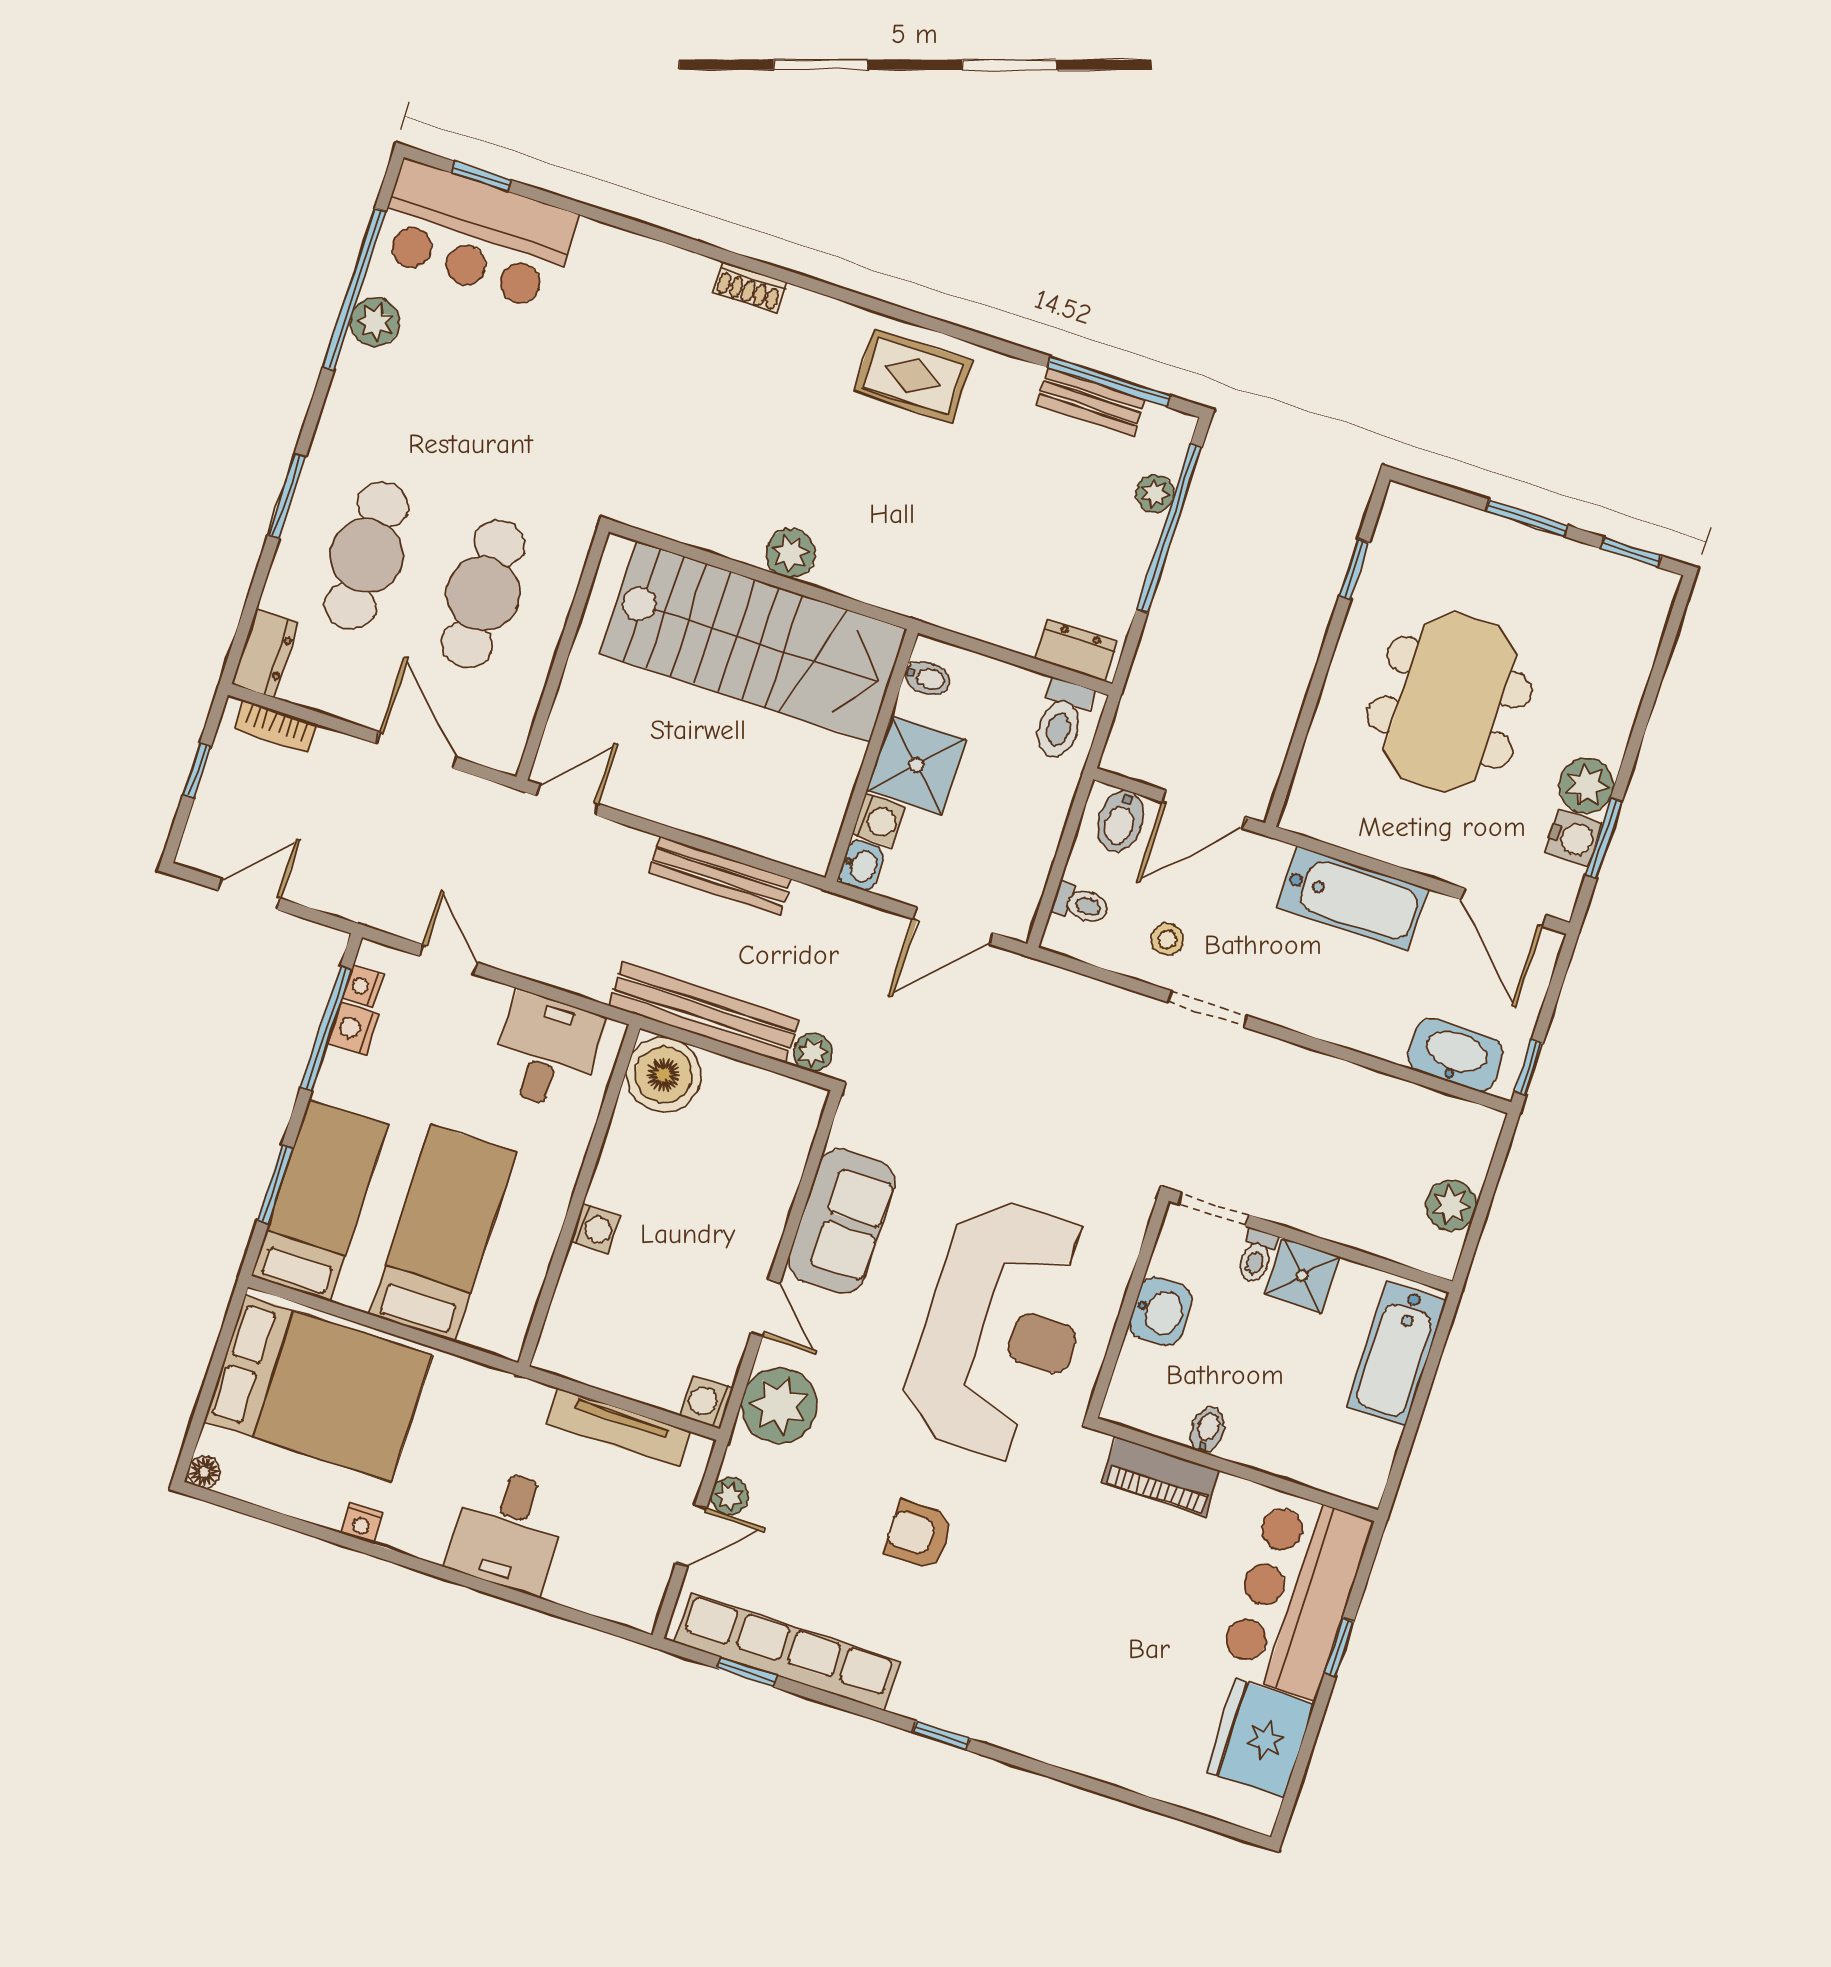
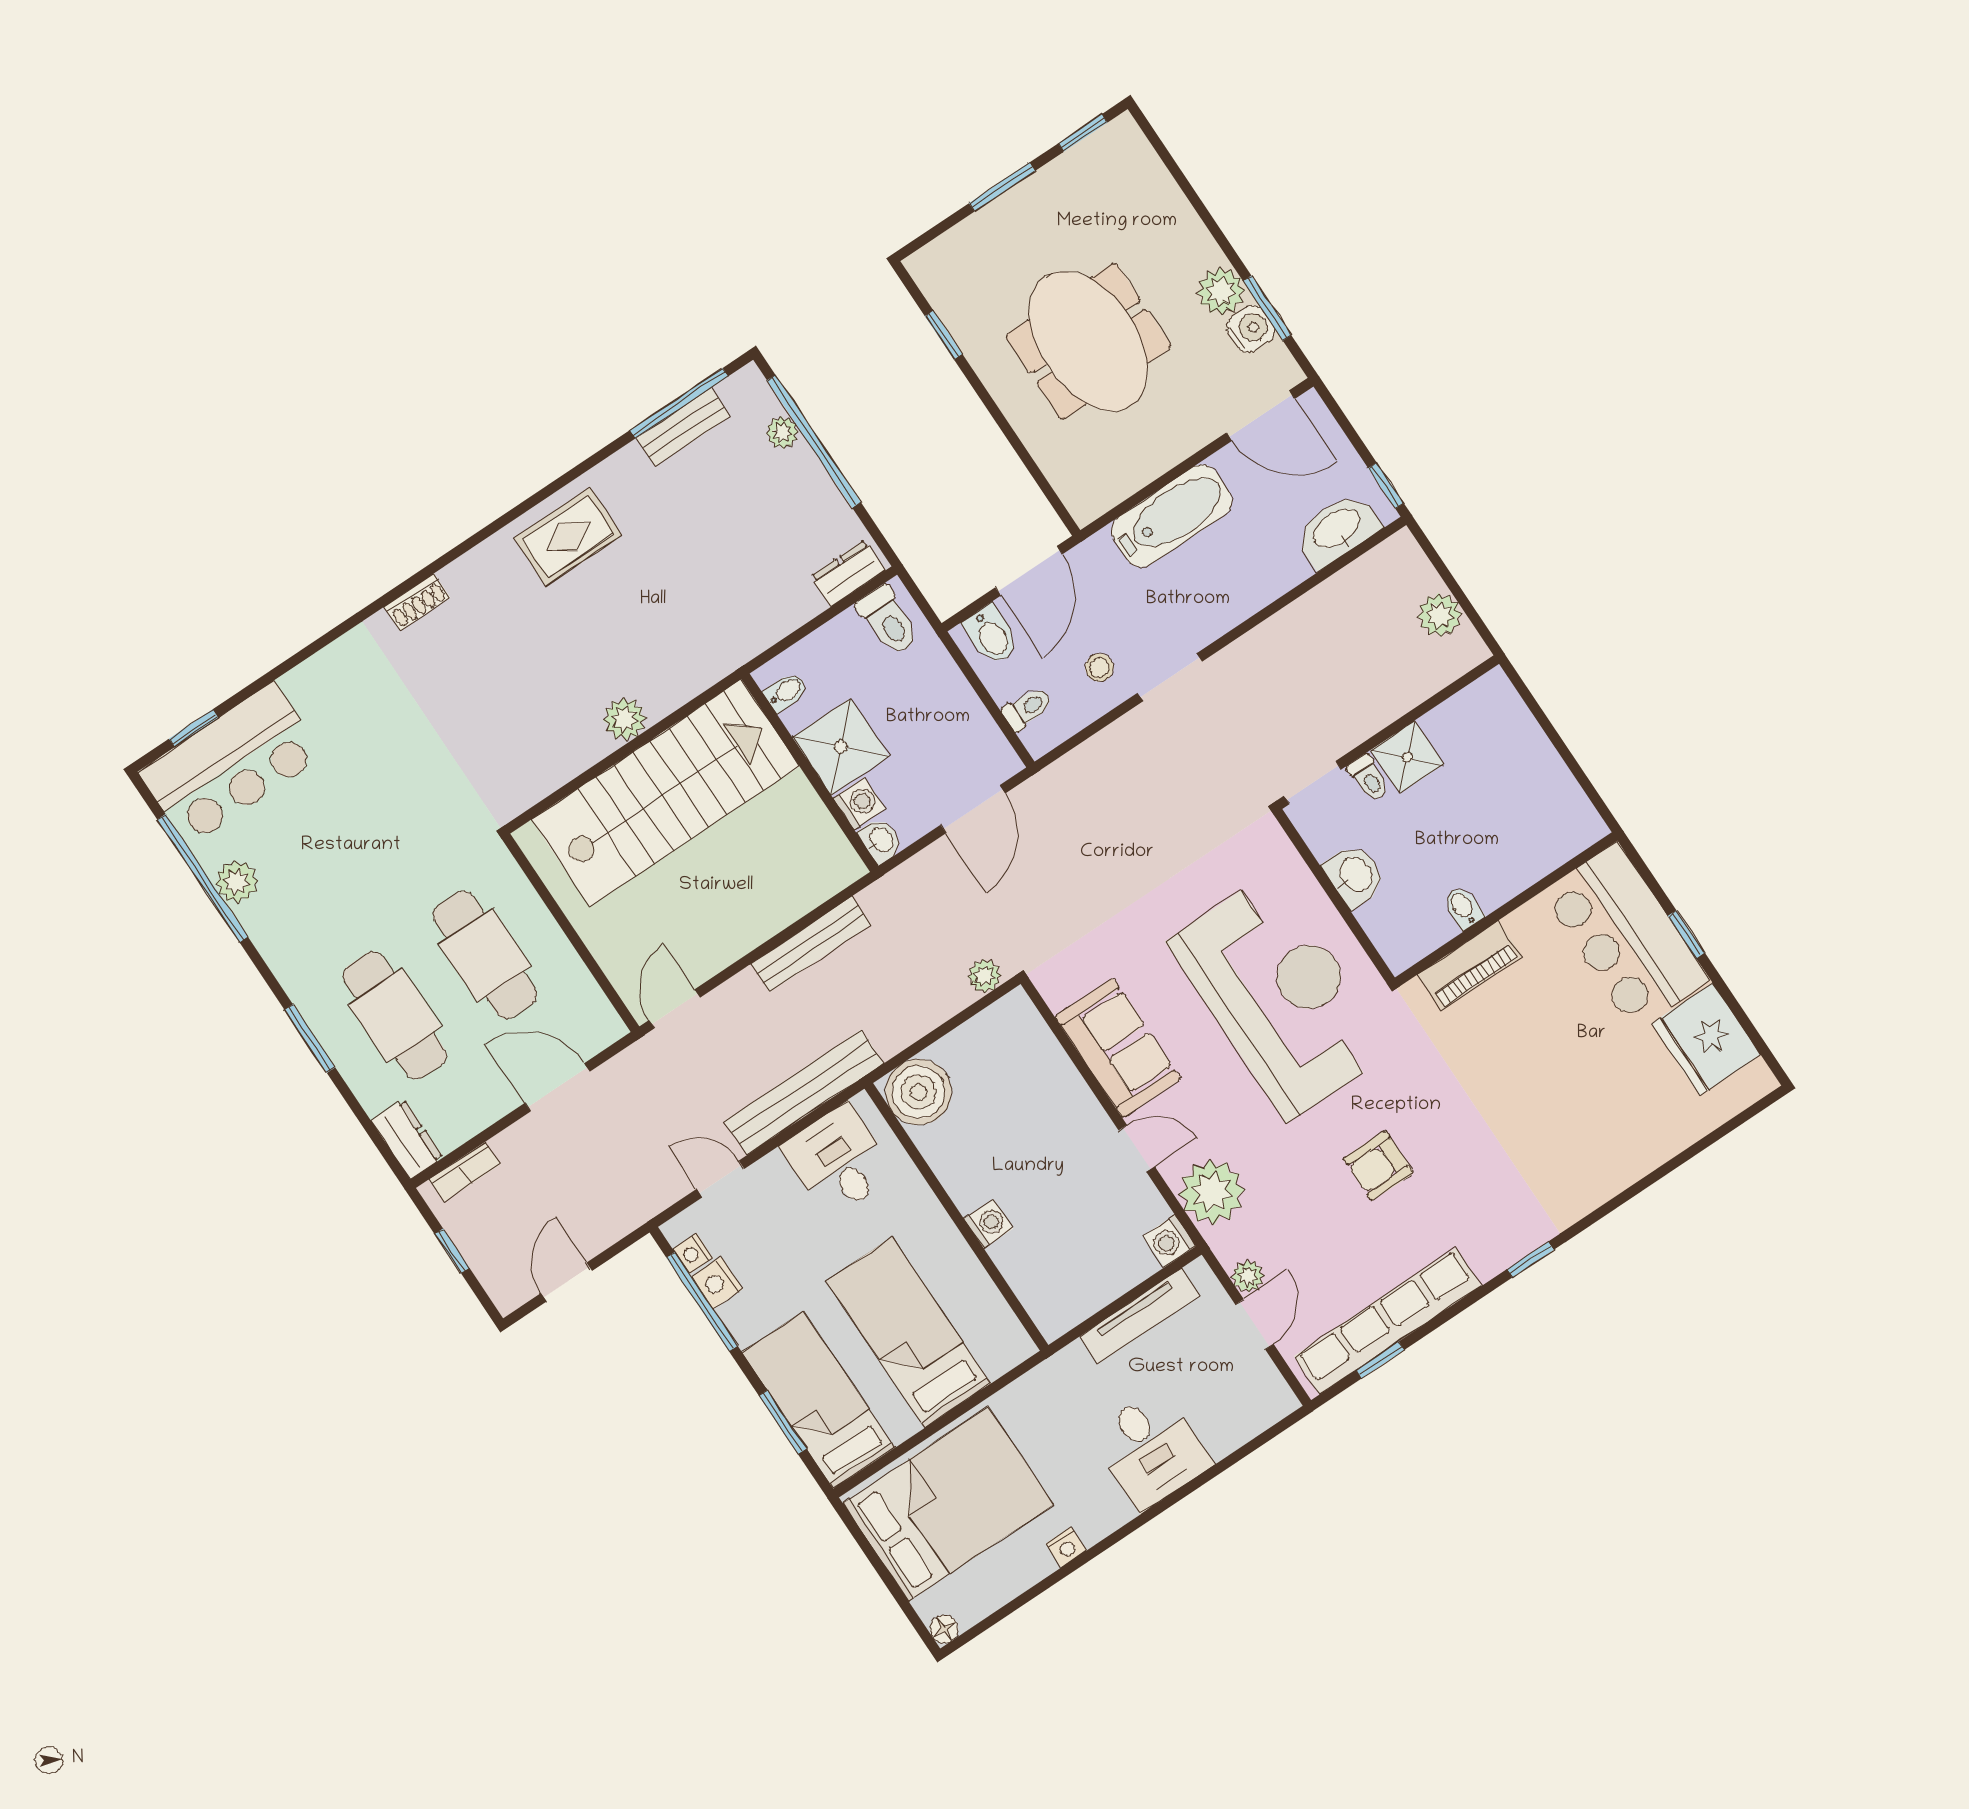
bench: (704, 1012) -> (804, 1092), moved
bathtub: (1396, 1354) -> (1513, 734), removed

